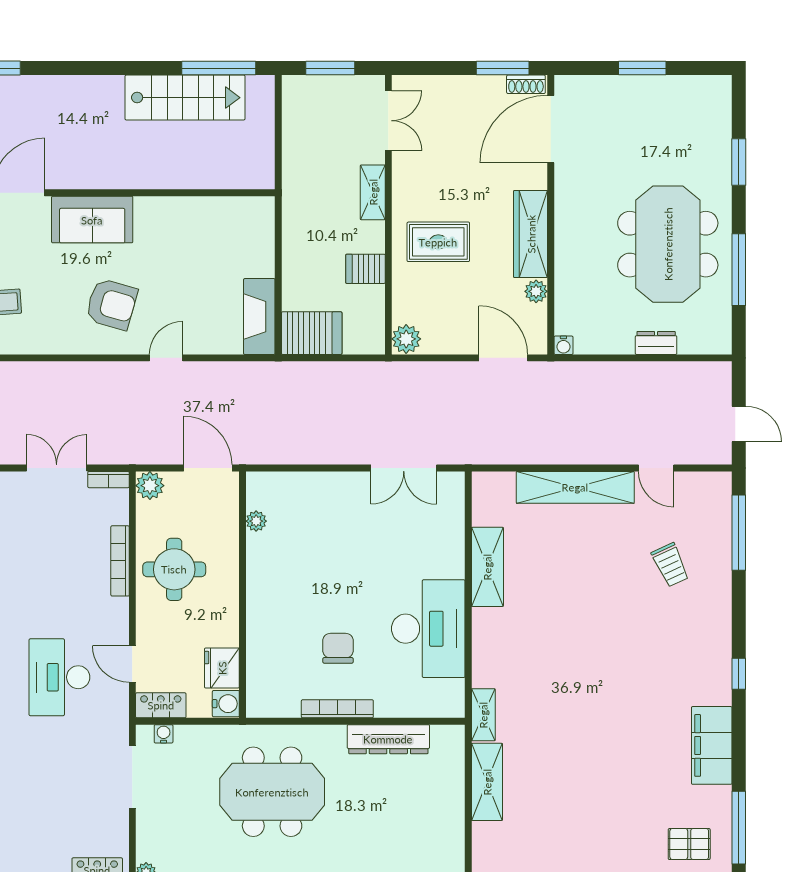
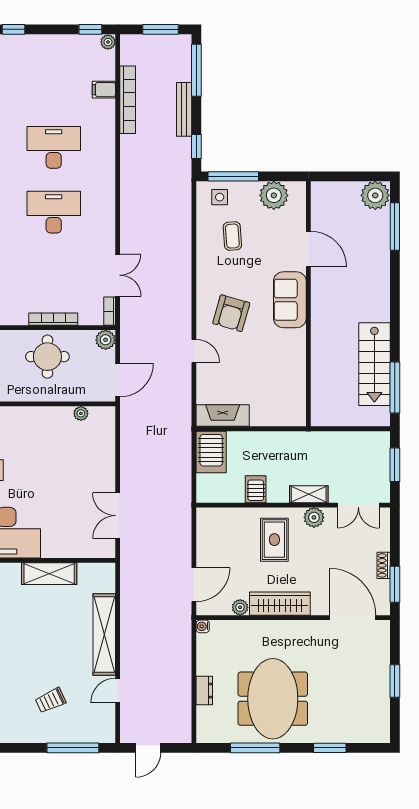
shoe rack: (526, 84) -> (384, 565), moved
meeting table: (668, 244) -> (273, 699), turned 90
plant: (406, 339) -> (314, 517), moved

